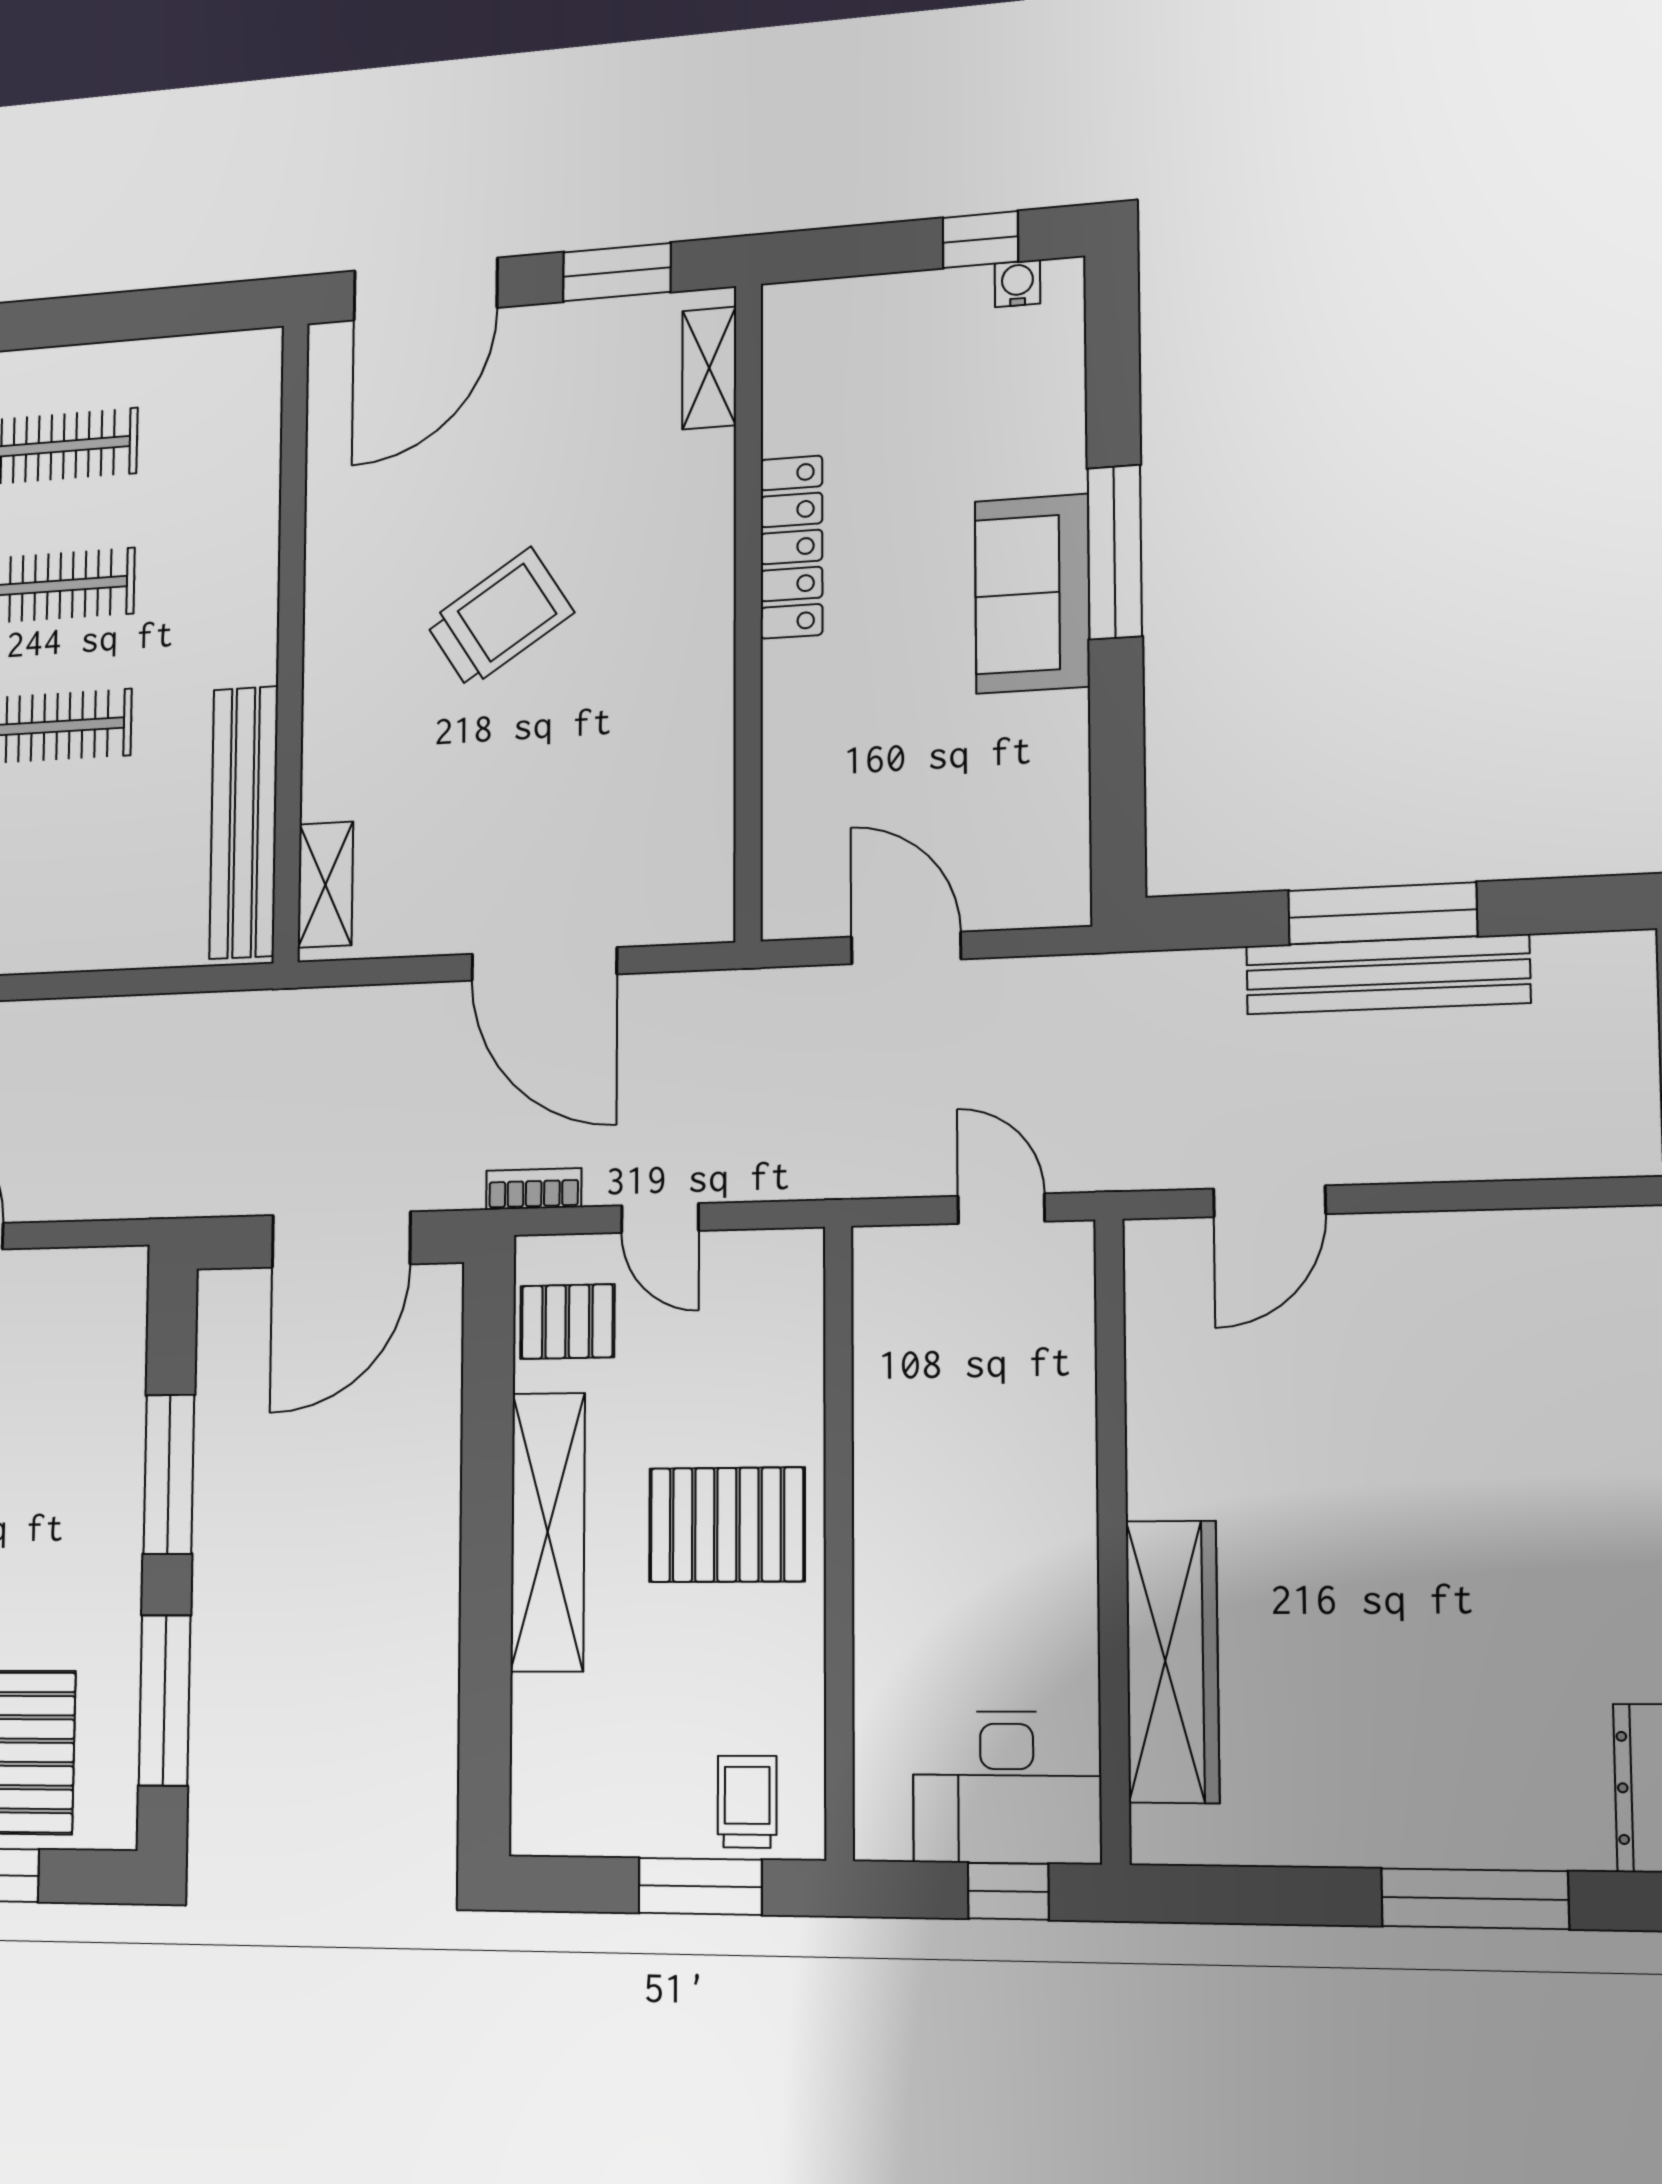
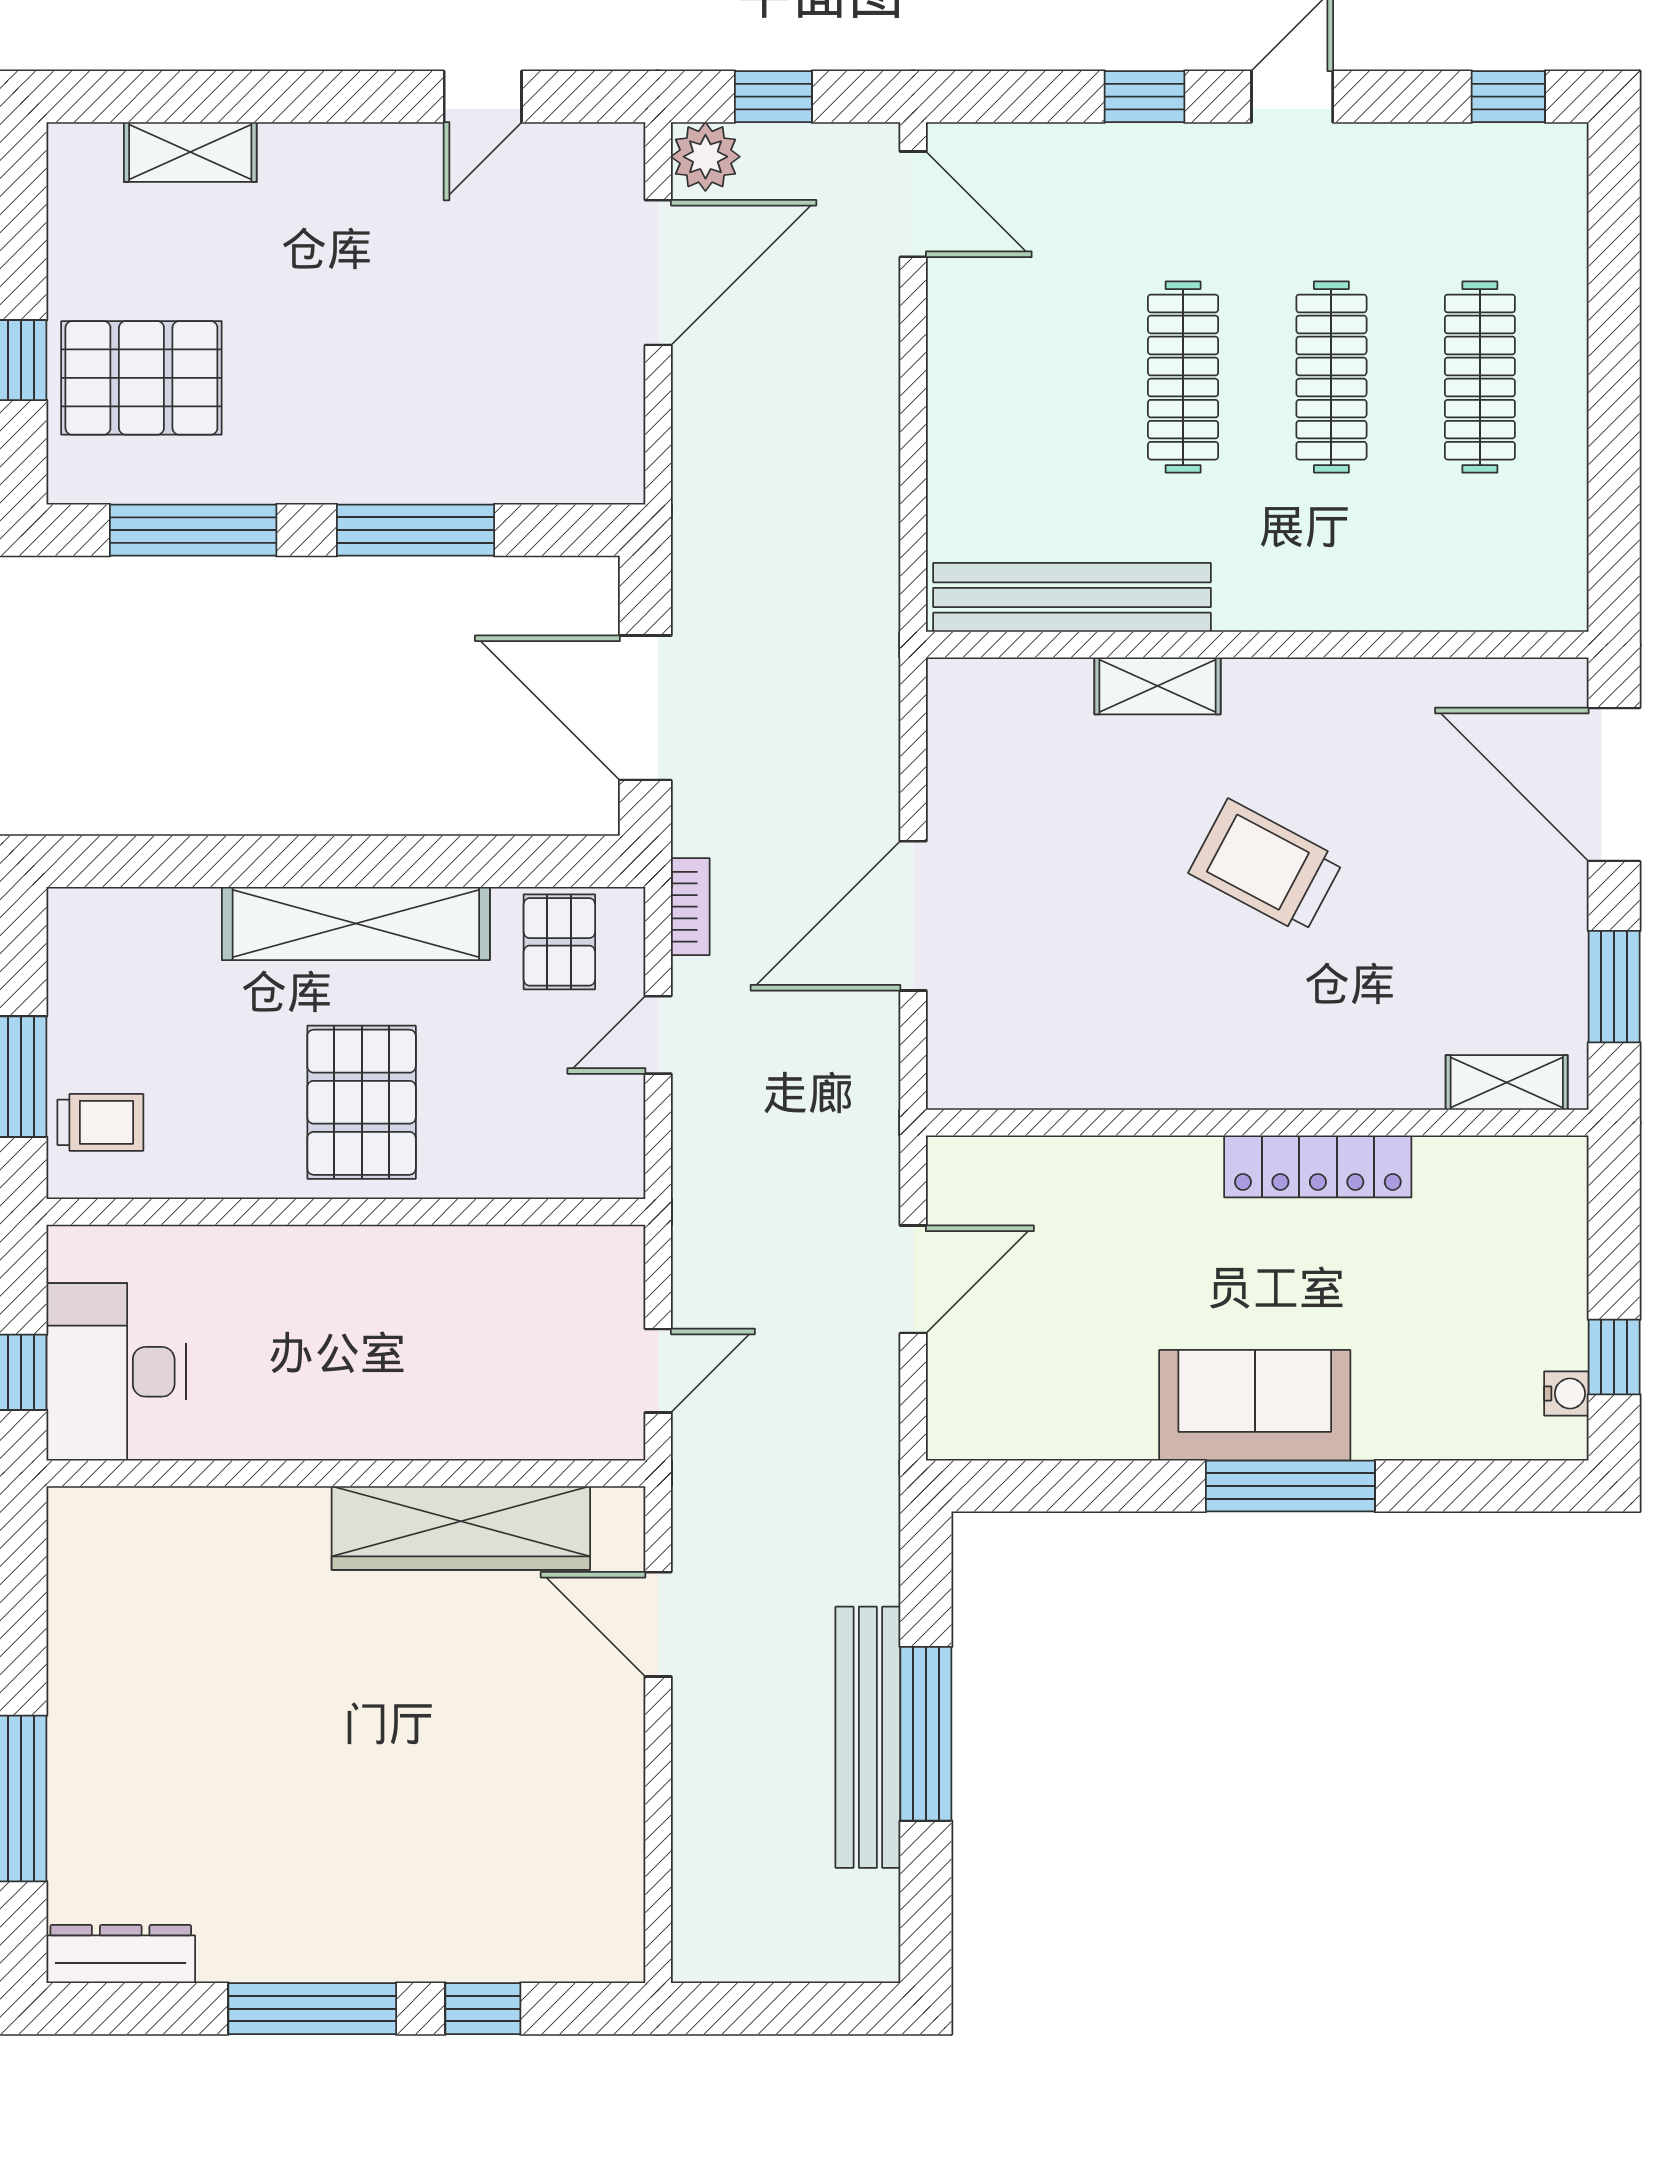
trolley: (500, 618) -> (1266, 866), turned 151
shelving: (325, 885) -> (1157, 686), moved
wardrobe: (1172, 1661) -> (461, 1528), moved

